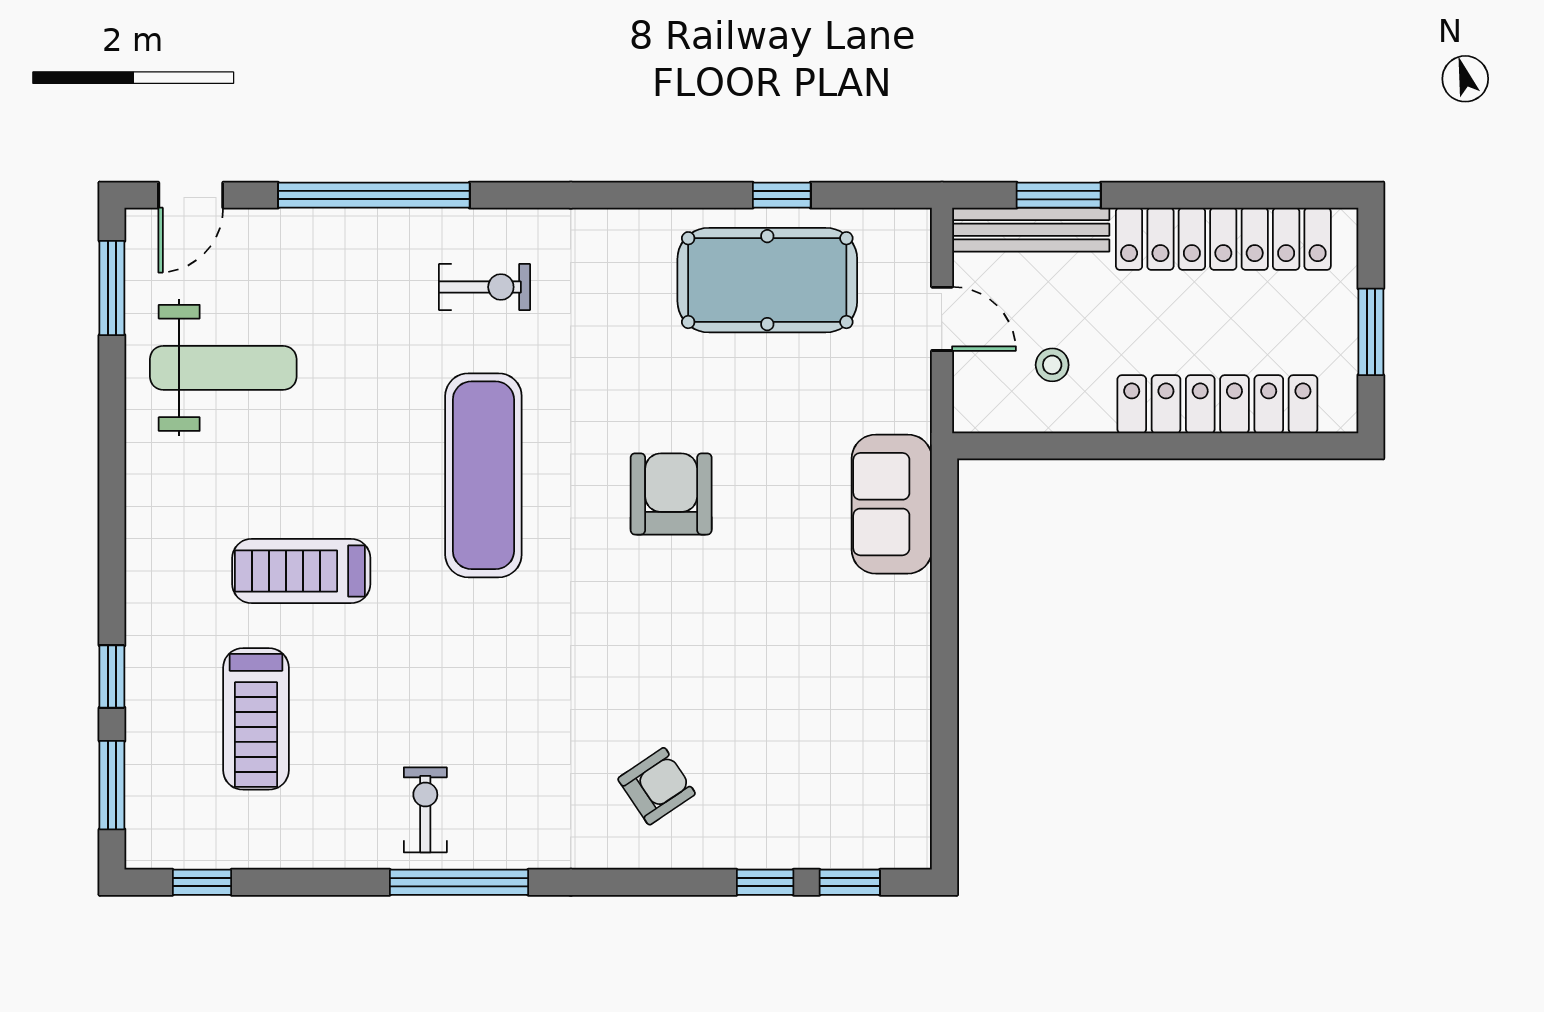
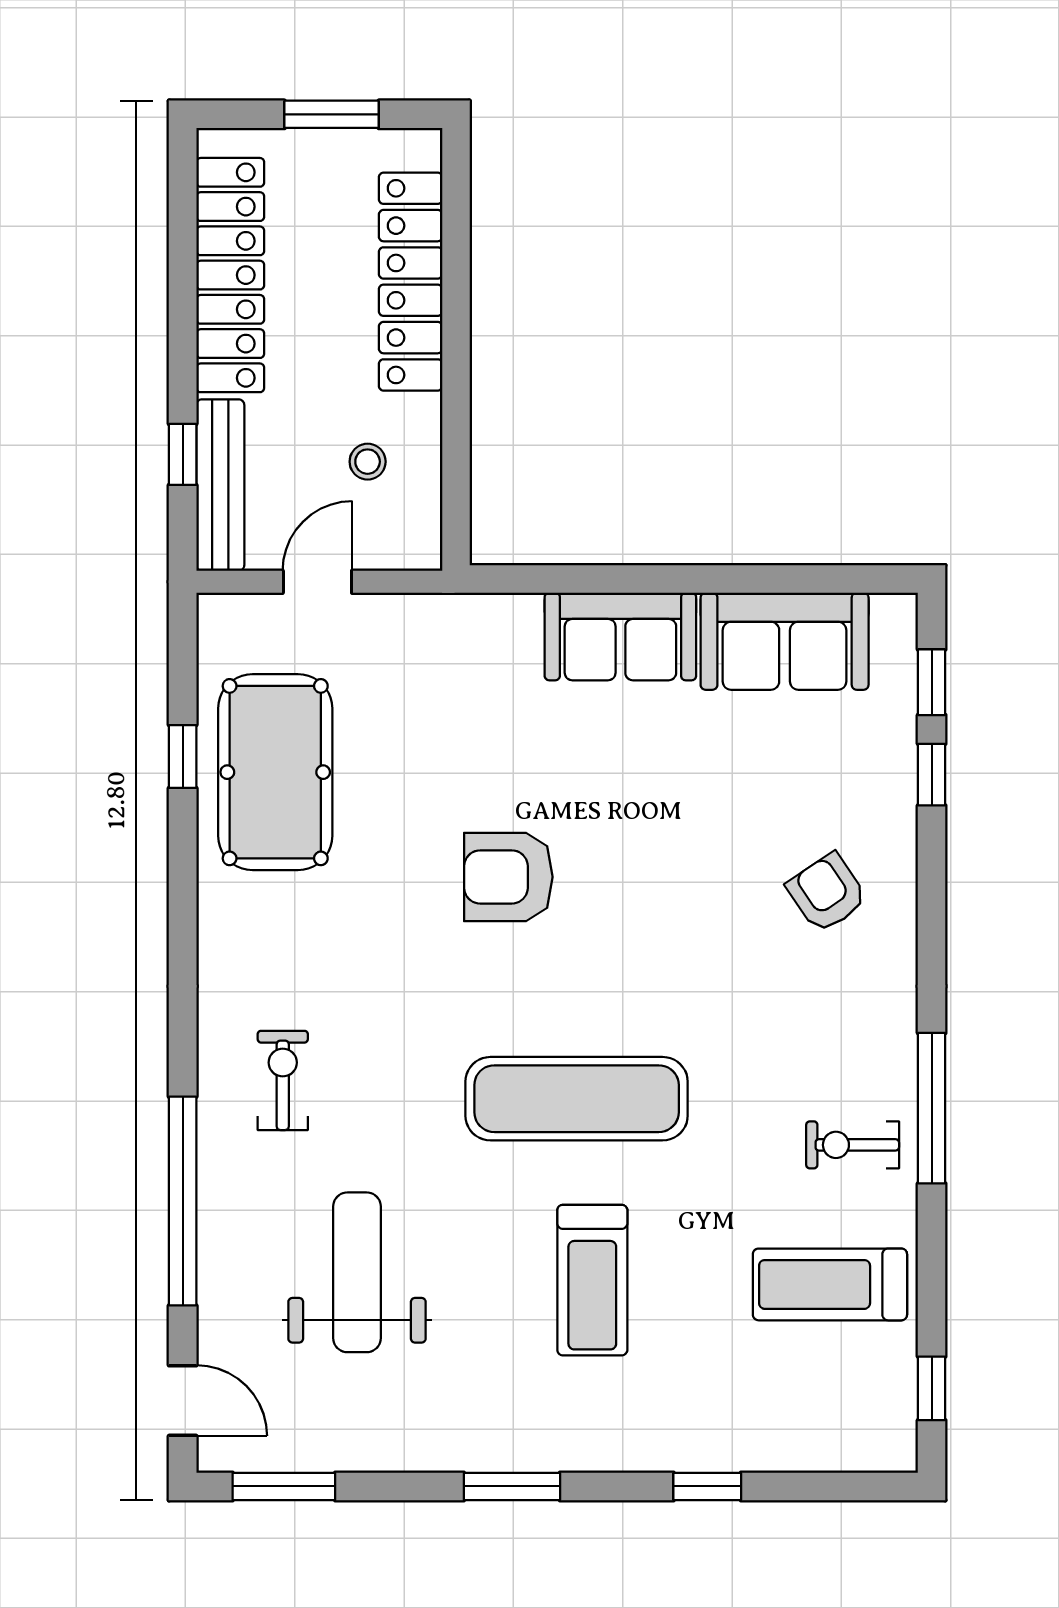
window: (1059, 195) -> (183, 454), width x0.67
weight bench: (223, 368) -> (357, 1272), moved
exercise mat: (483, 475) -> (577, 1099), moved
sofa: (892, 504) -> (620, 636), moved
treadmill: (256, 719) -> (830, 1284), moved, turned 180
sofa: (887, 747) -> (785, 641), added
window: (112, 785) -> (512, 1486), moved

